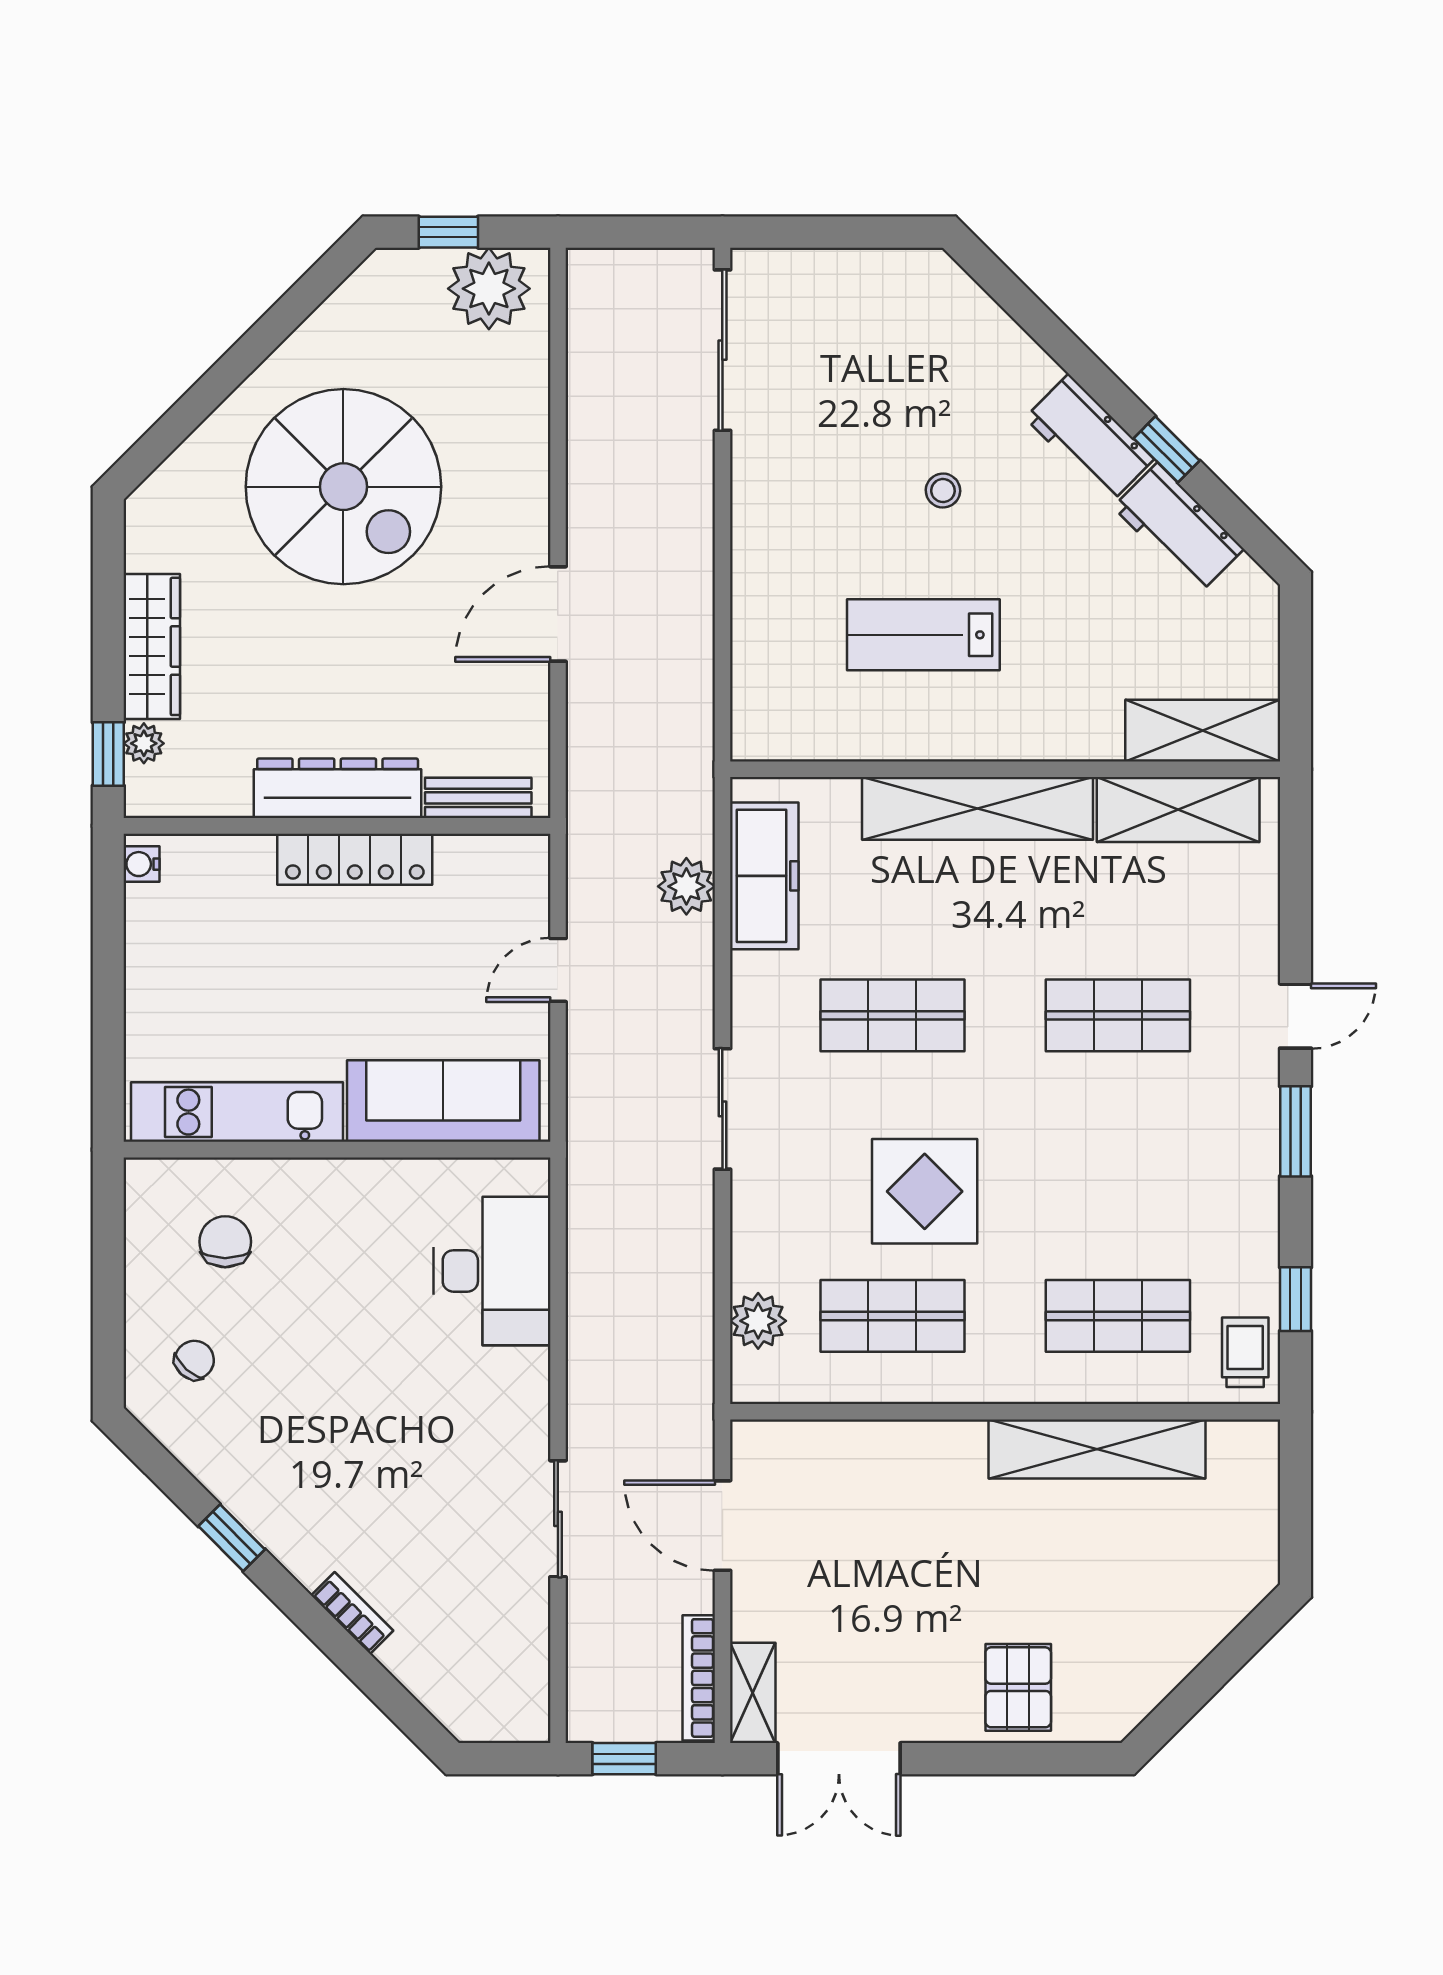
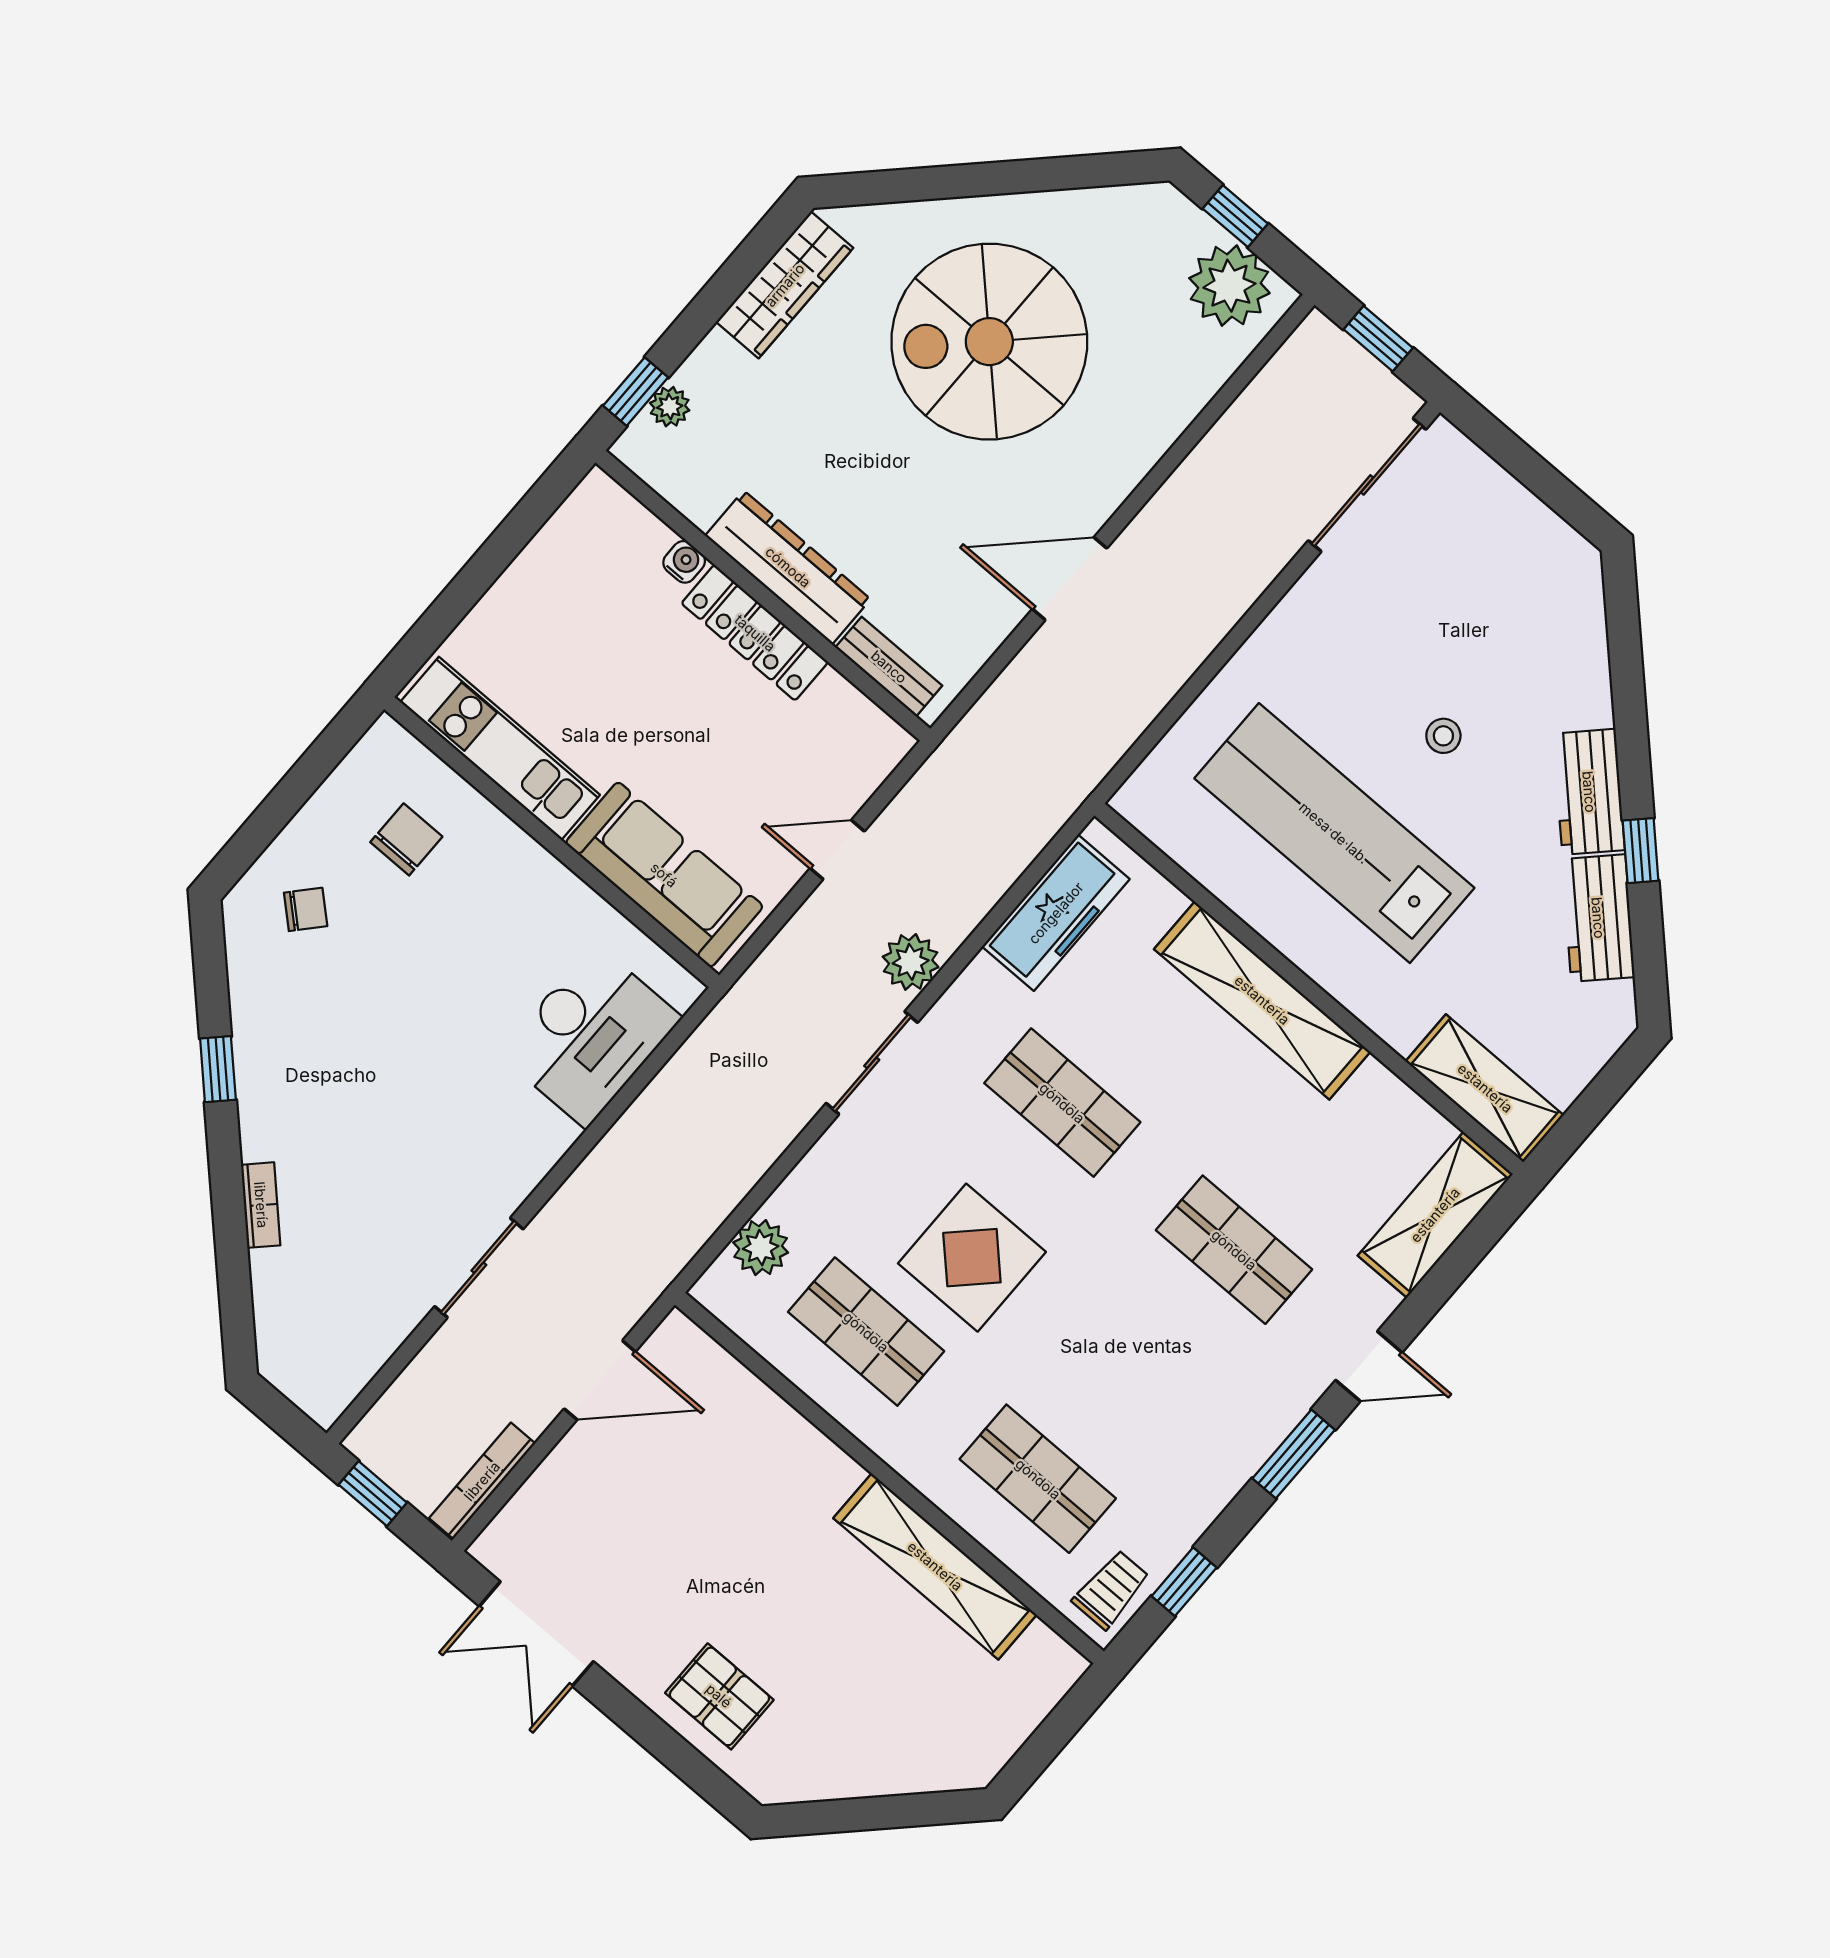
window: (636, 232) -> (1378, 339), added
spiral stairs: (343, 487) -> (989, 342), turned 90
lab bench: (923, 635) -> (1334, 833), width x1.86, depth x1.39
wardrobe: (152, 646) -> (785, 285), moved
shelving: (1178, 809) -> (1435, 1215), moved, turned 90
water cooler: (142, 864) -> (684, 562), moved, turned 90
plant: (686, 886) -> (911, 962), moved
door: (722, 1526) -> (600, 1380), swing flipped
pallet: (1018, 1687) -> (719, 1696), turned 90
shelving: (753, 1693) -> (514, 1528), removed

